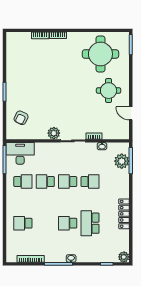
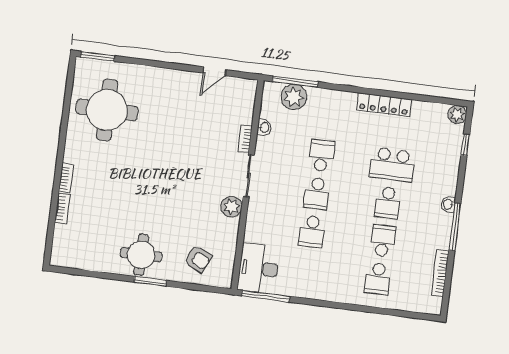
round table: (109, 91) -> (141, 255), moved
school desk: (23, 182) -> (383, 241), moved

